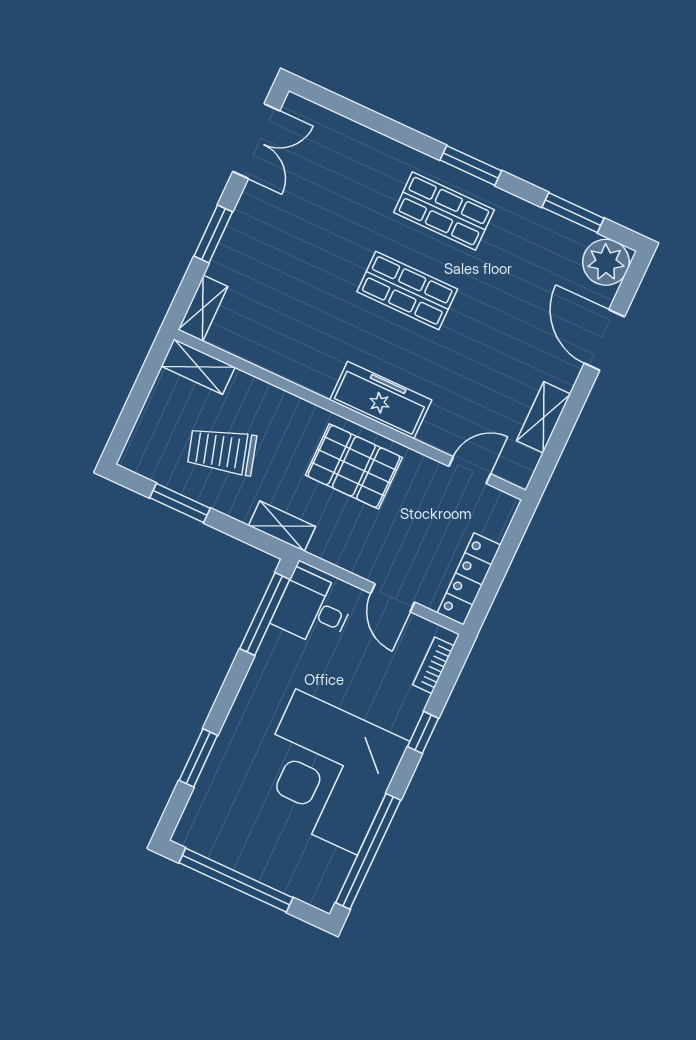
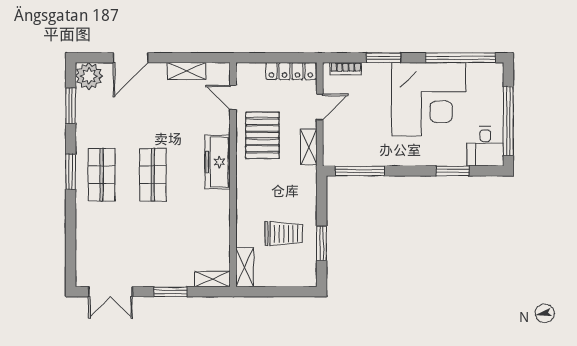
double door: (256, 141) -> (110, 292), swing flipped
trolley: (222, 451) -> (284, 234), turned -74
pallet: (354, 466) -> (262, 135), moved
shelving: (282, 526) -> (309, 147), moved
desk: (313, 609) -> (485, 146), moved
window: (423, 732) -> (384, 58), width x1.50

